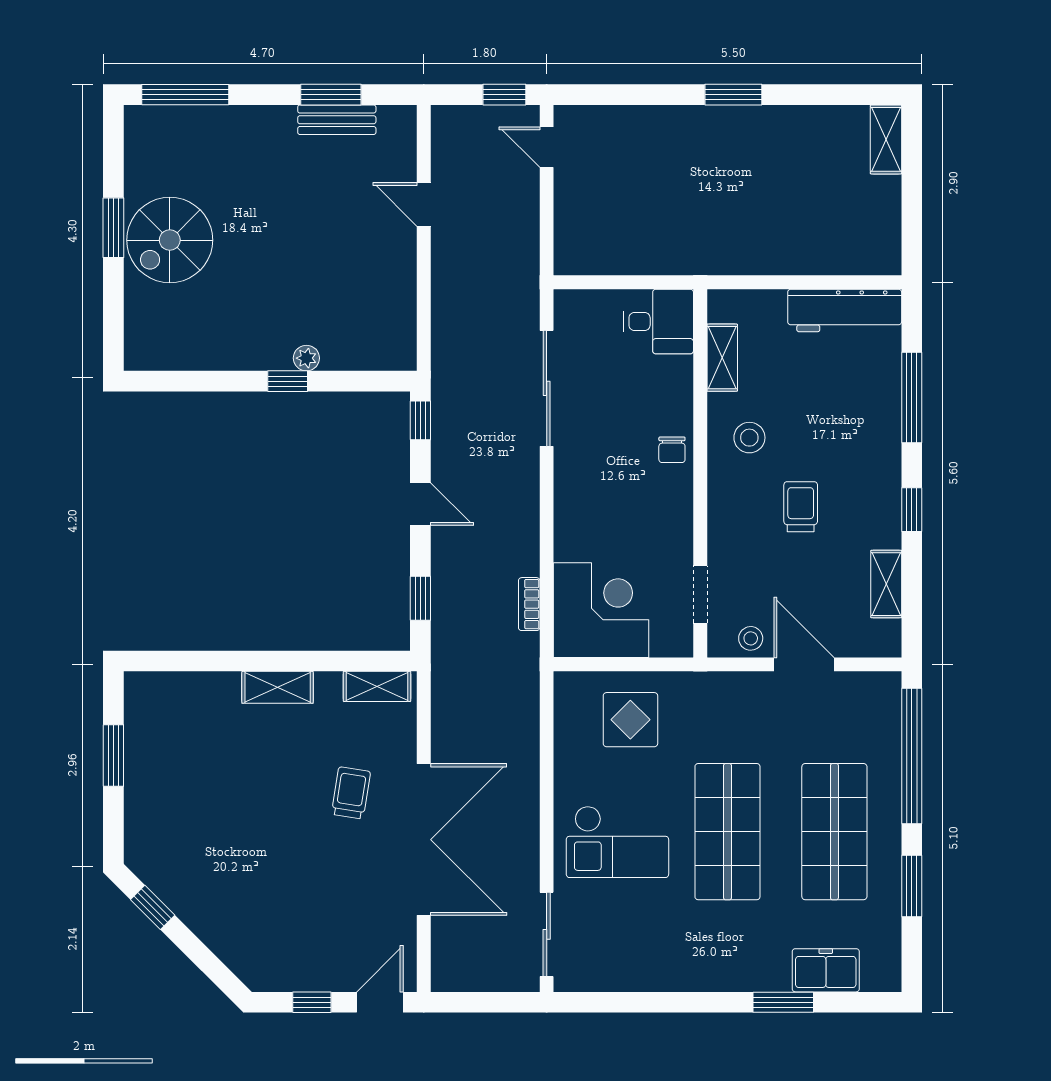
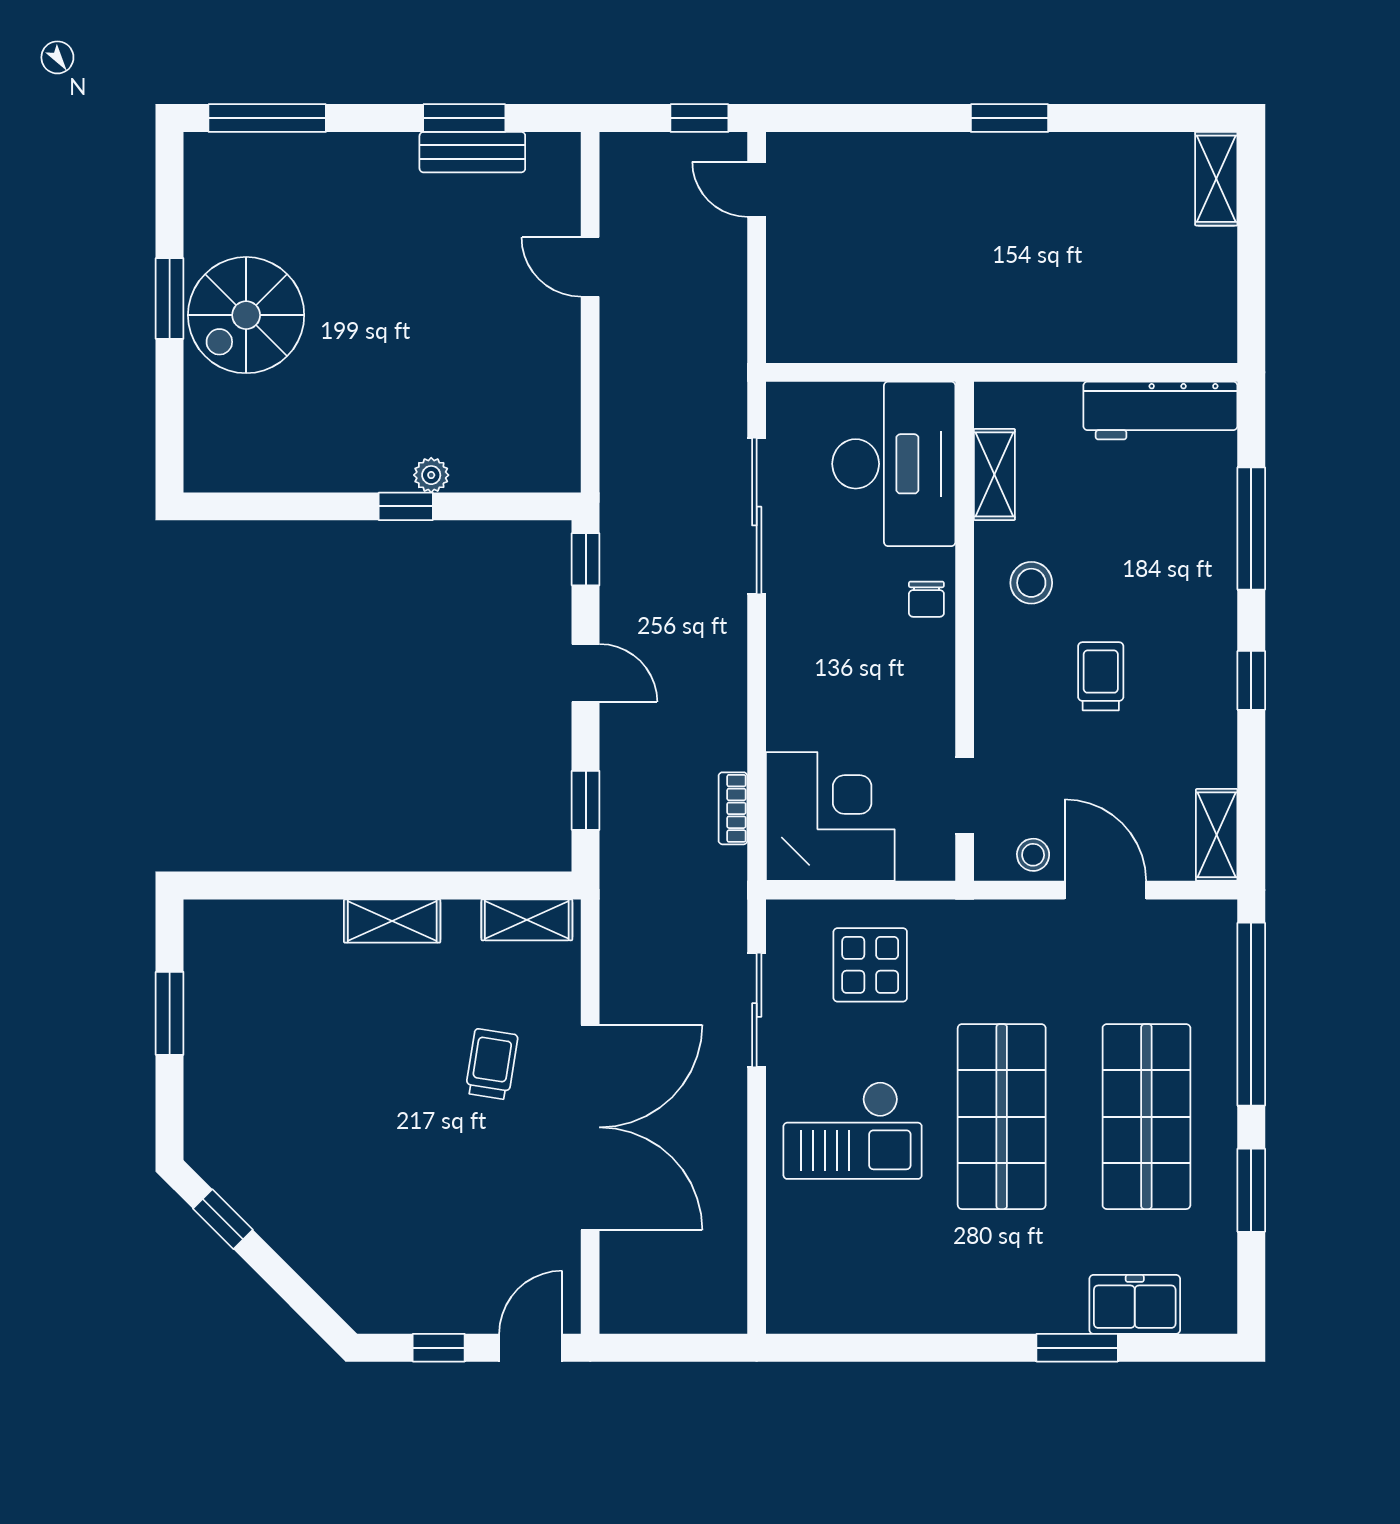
desk: (658, 322) -> (894, 464), width x1.87, depth x1.30
shelving: (886, 584) -> (1217, 835), moved
sliding door: (547, 934) -> (757, 1010), moved

